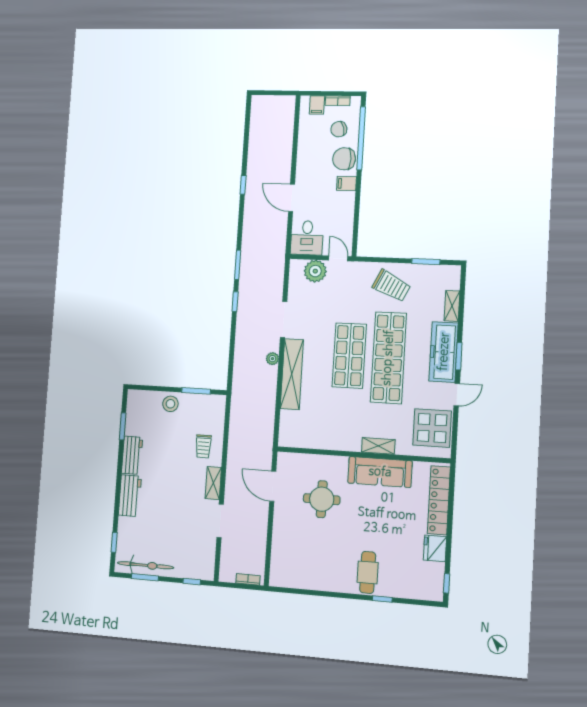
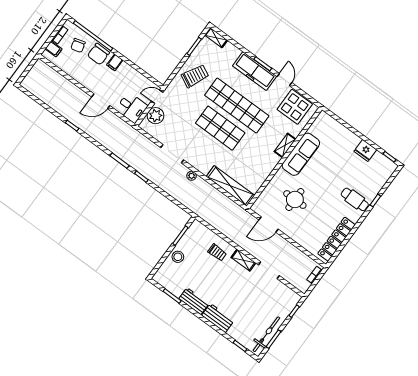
shelving: (452, 306) -> (216, 38), moved
shelving: (292, 374) -> (230, 186), moved
locker: (439, 500) -> (337, 239), moved, turned 90

